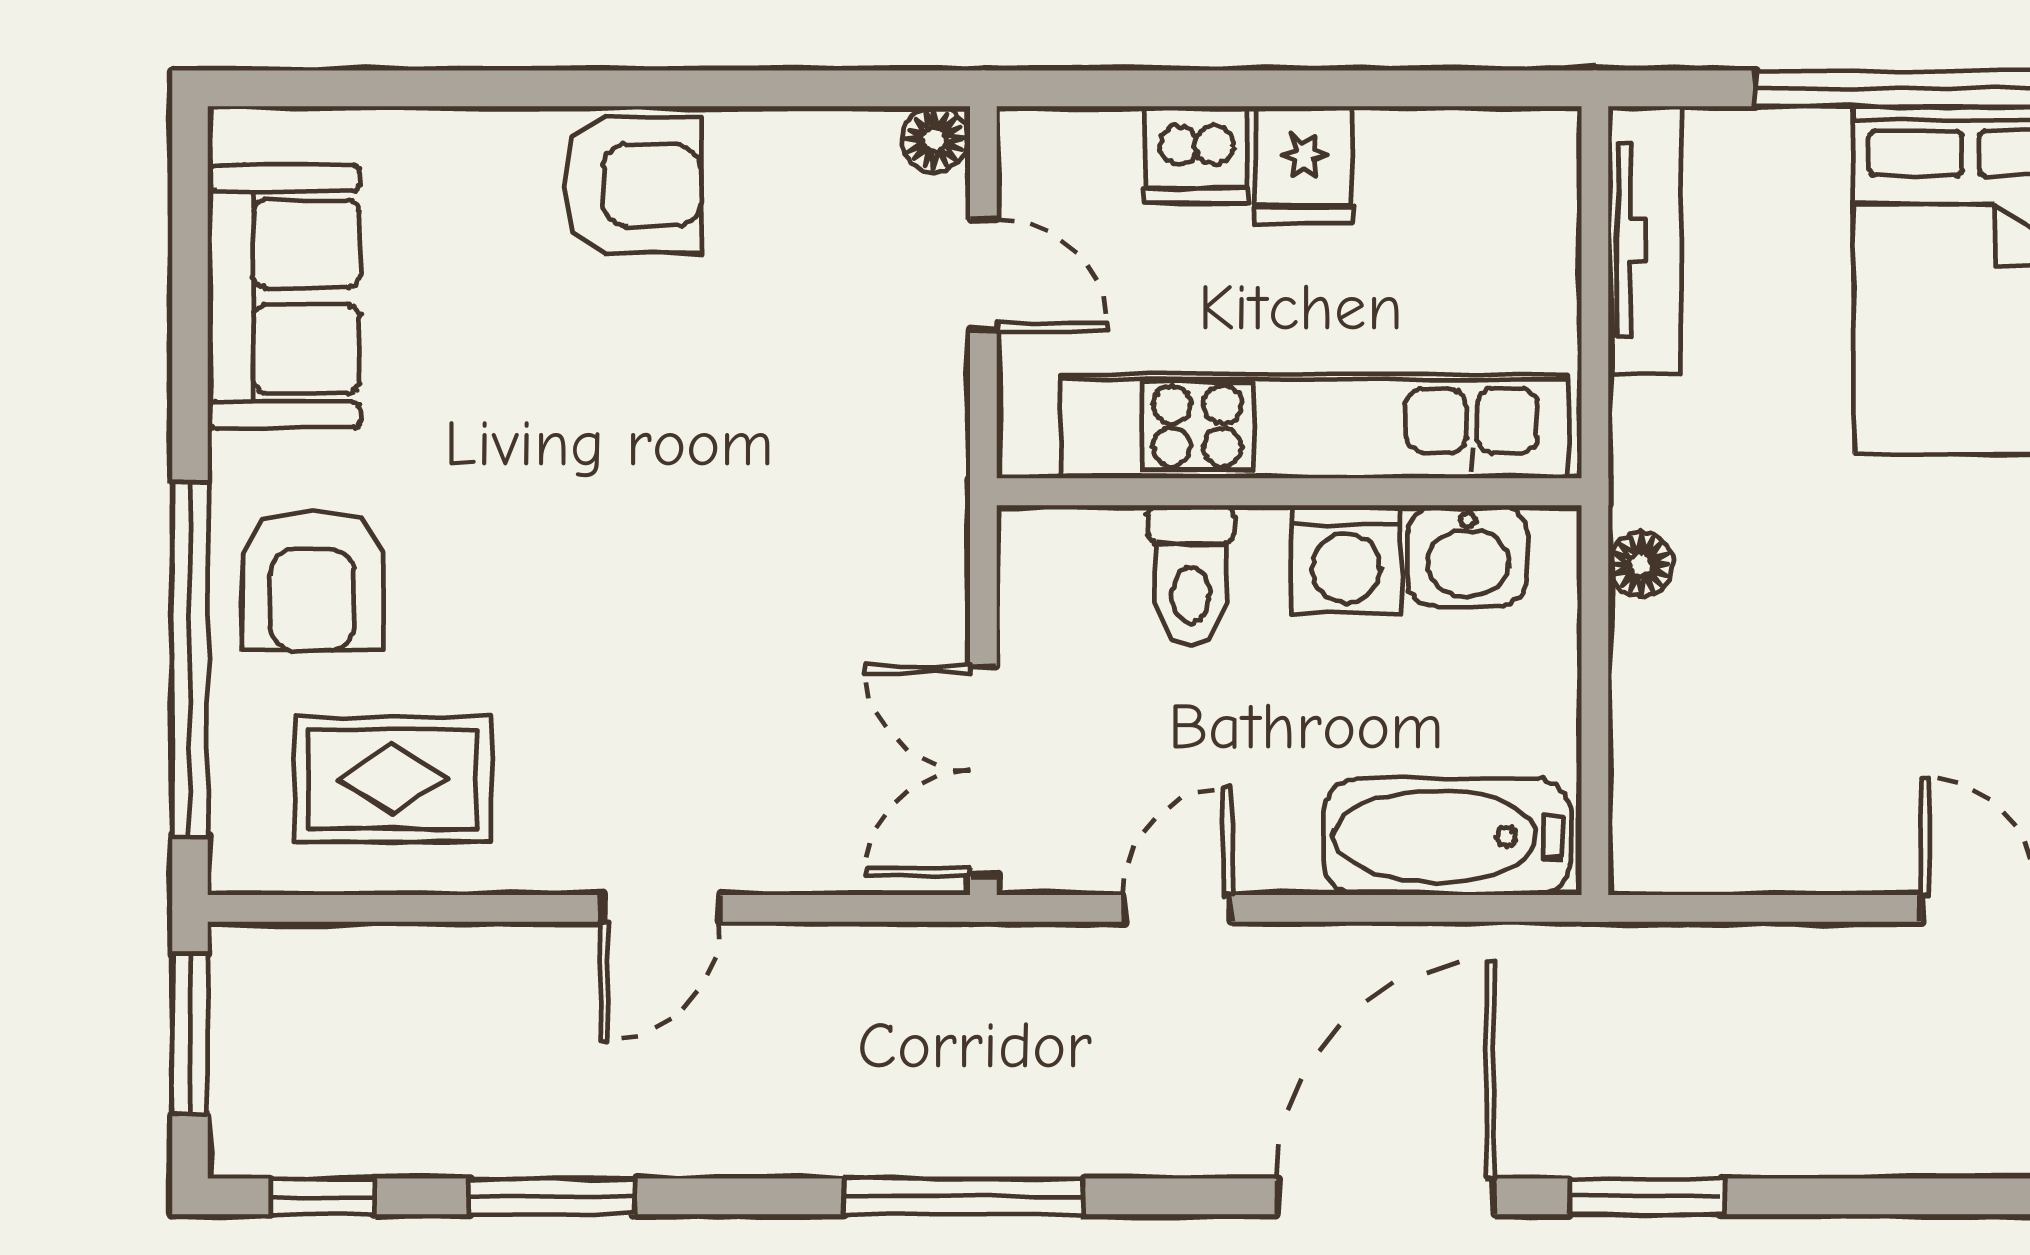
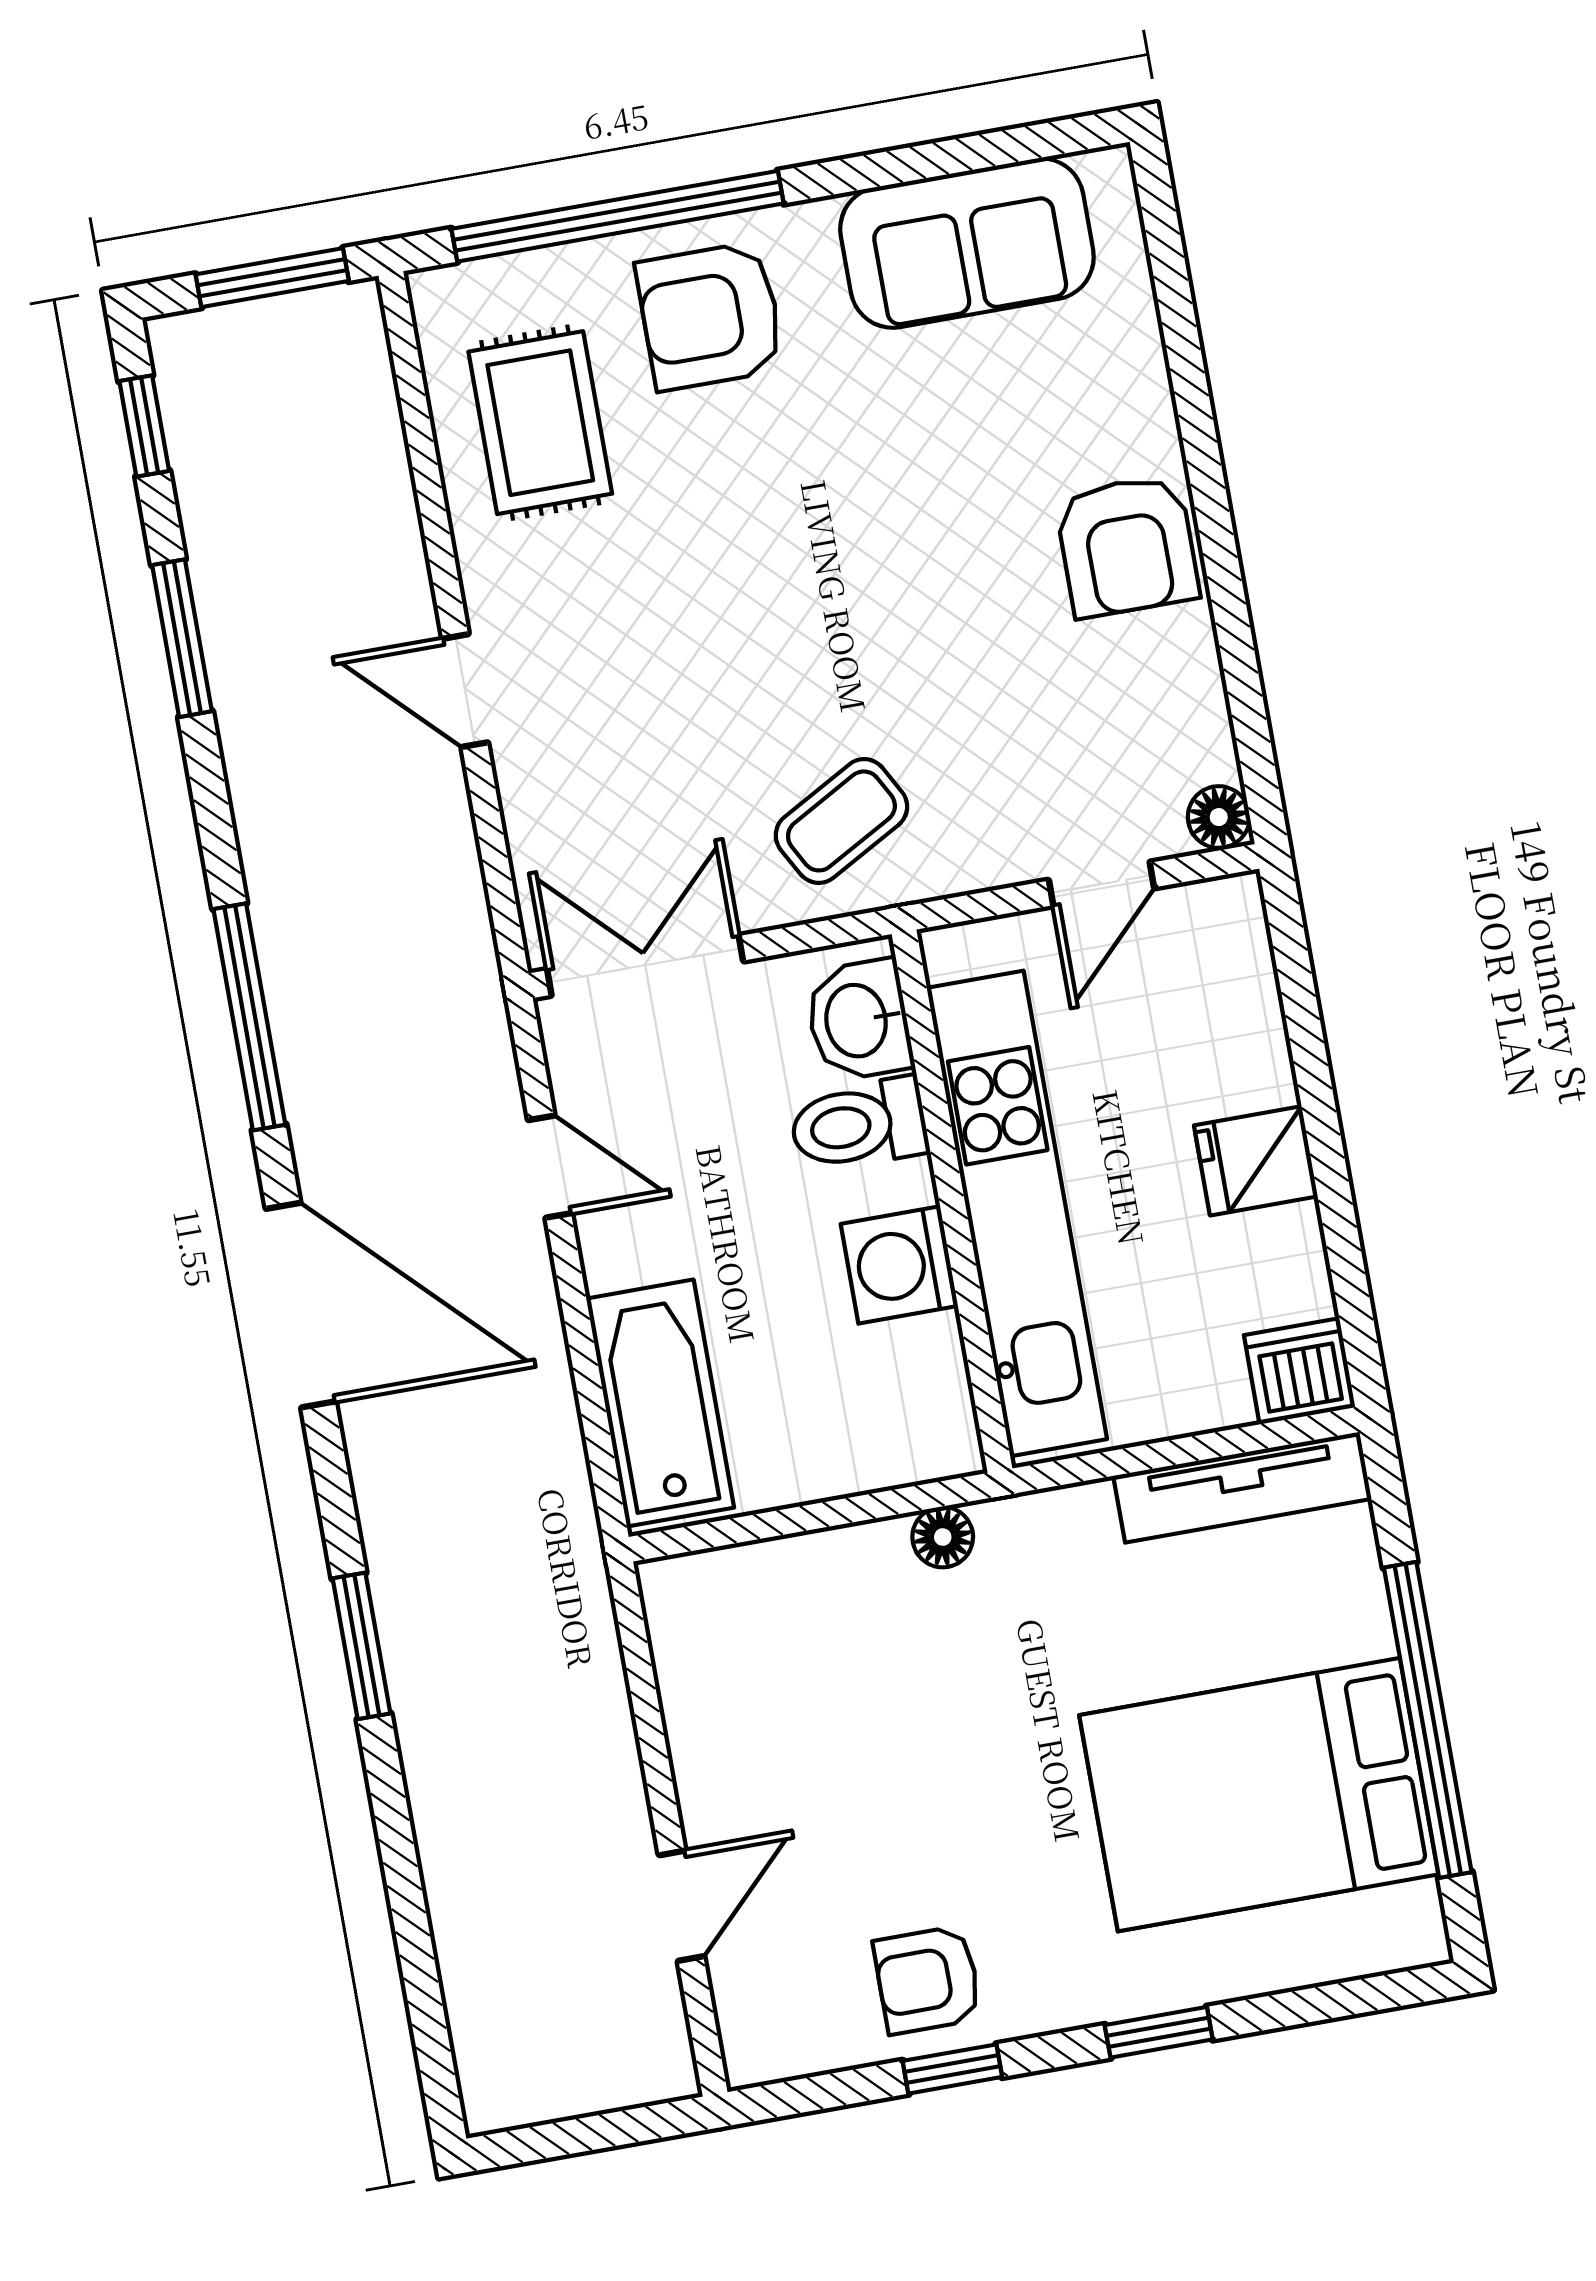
dishwasher: (1196, 155) -> (1300, 1371), moved, turned 90
coffee table: (868, 537) -> (841, 821), added
washbasin: (1468, 556) -> (859, 1020), moved
door: (1385, 1196) -> (301, 1305), moved

